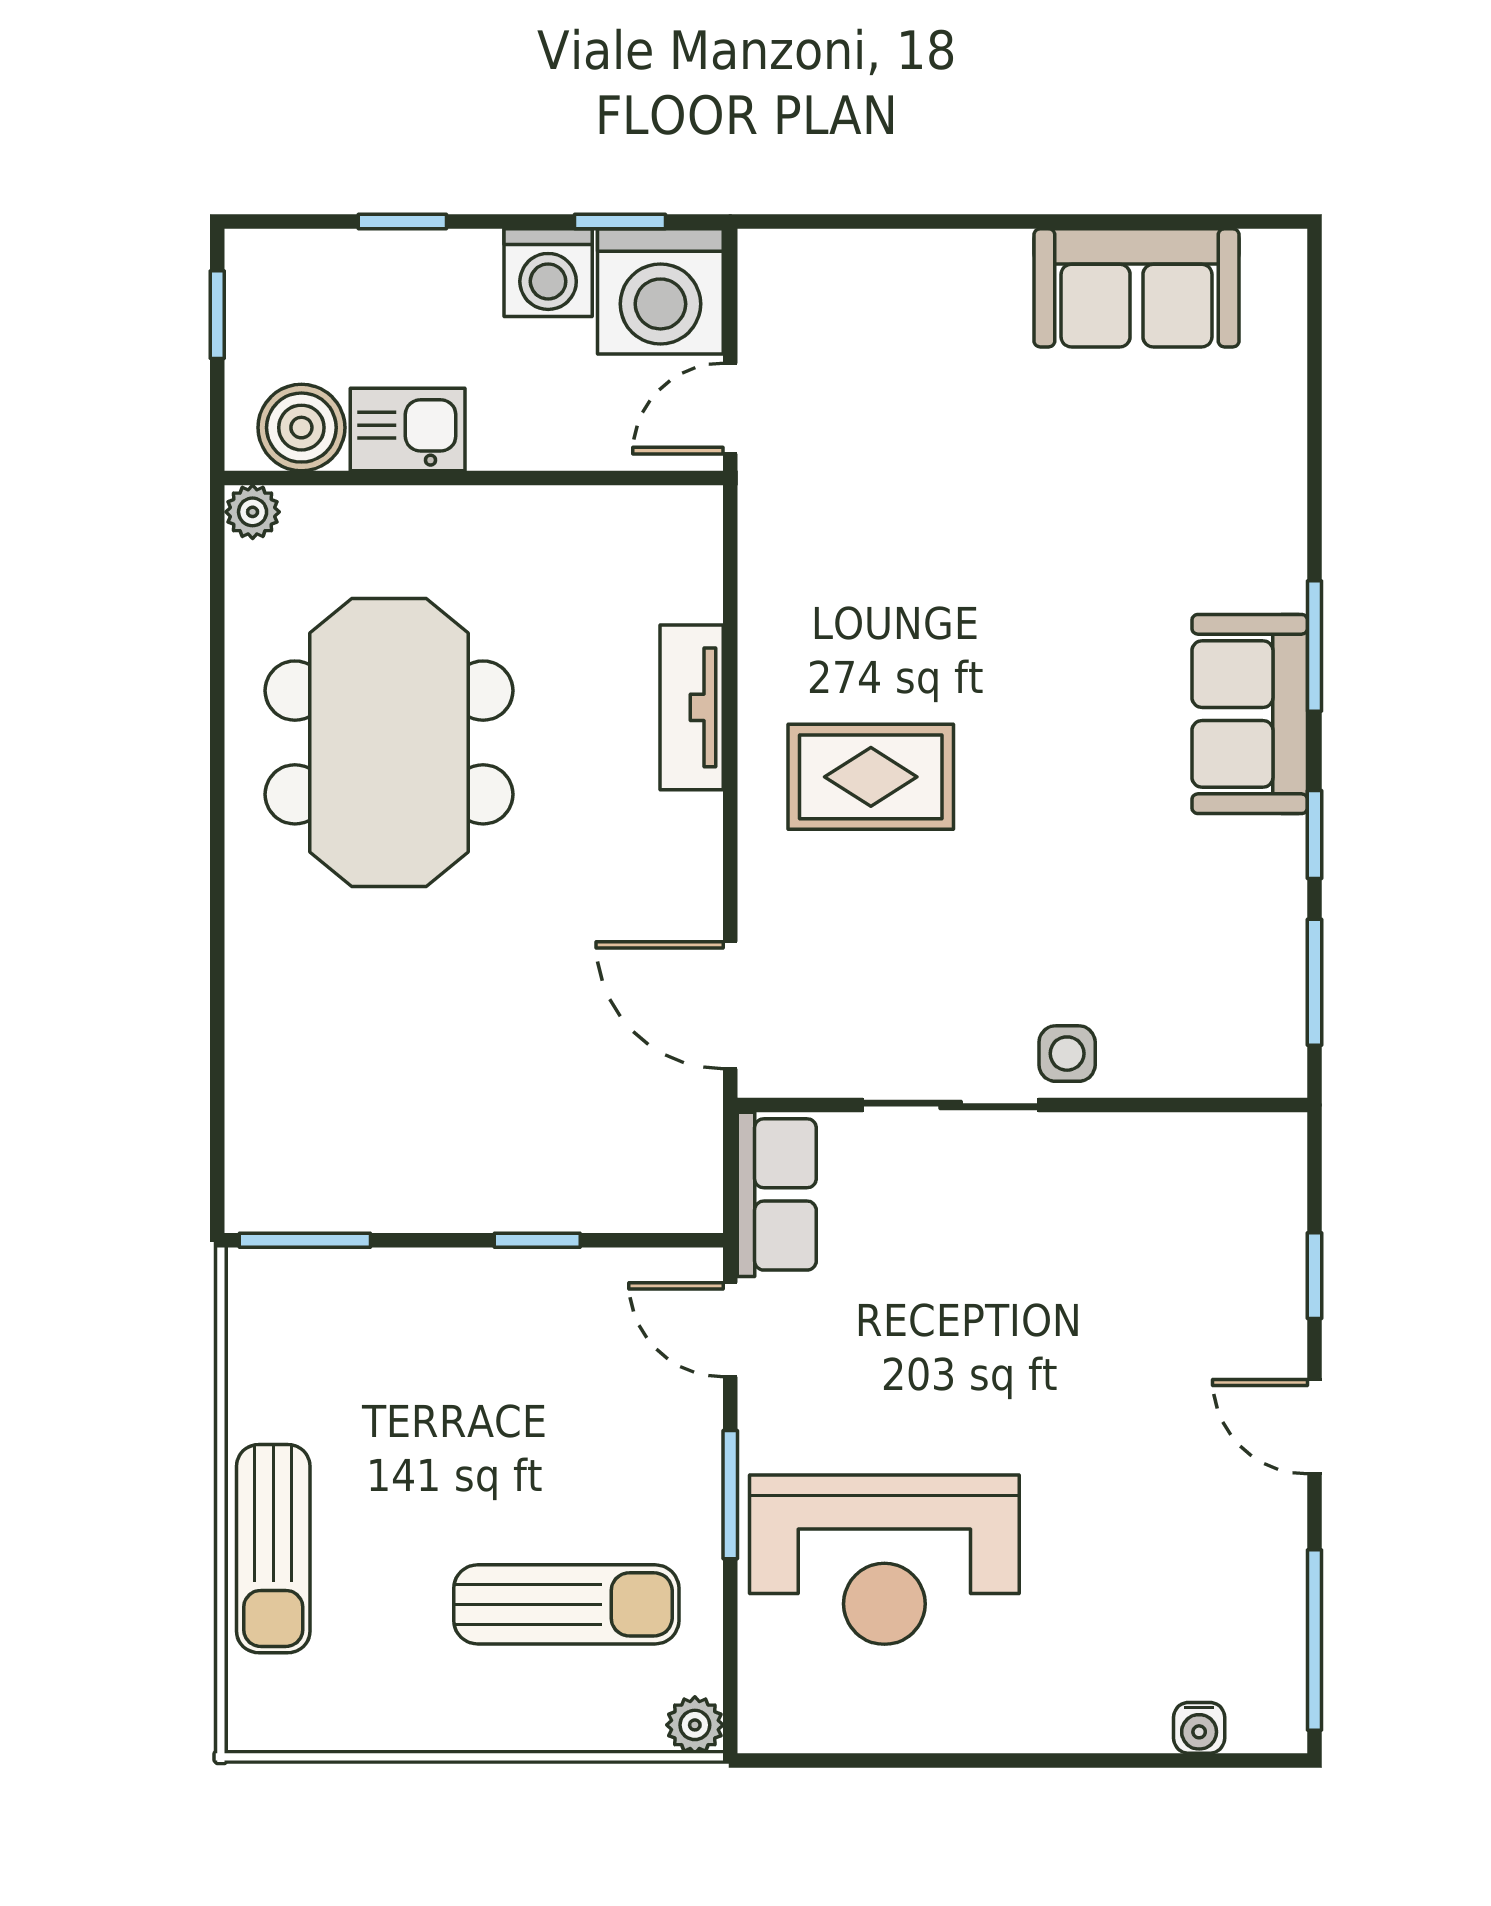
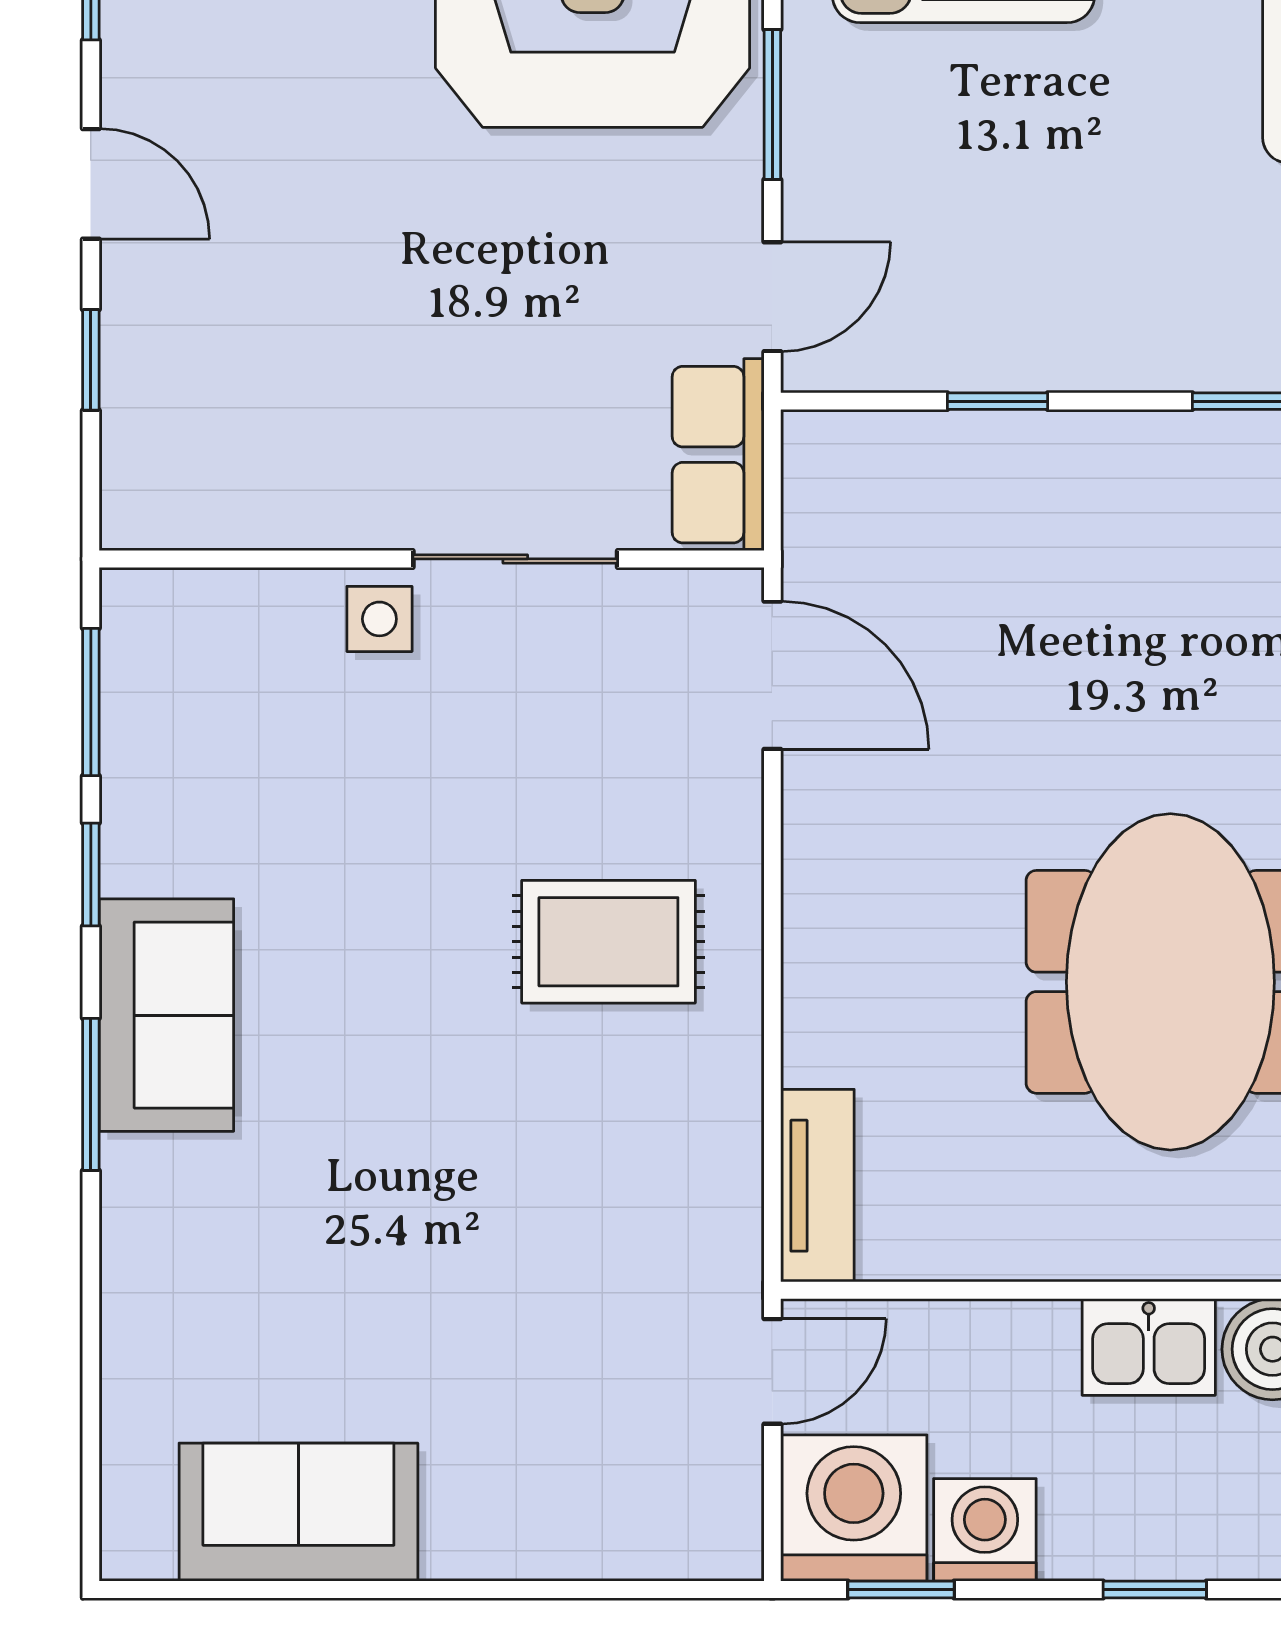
tv unit: (692, 707) -> (817, 1186), moved
door: (730, 1330) -> (772, 297), hinge flipped

